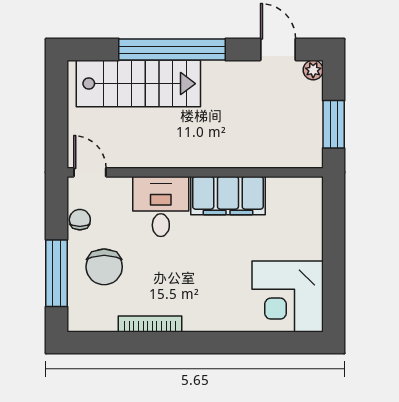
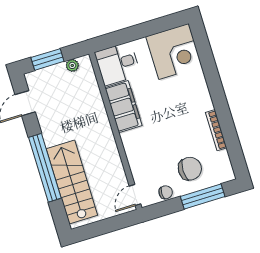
plant: (313, 70) -> (72, 65), moved
window: (334, 124) -> (47, 59), moved
desk: (161, 206) -> (118, 64), moved
chair: (80, 220) -> (166, 192), turned 180

